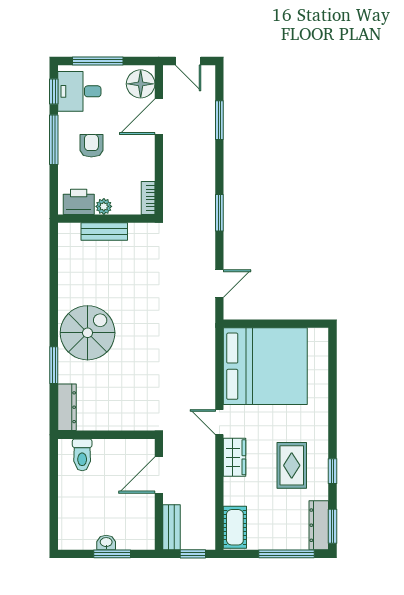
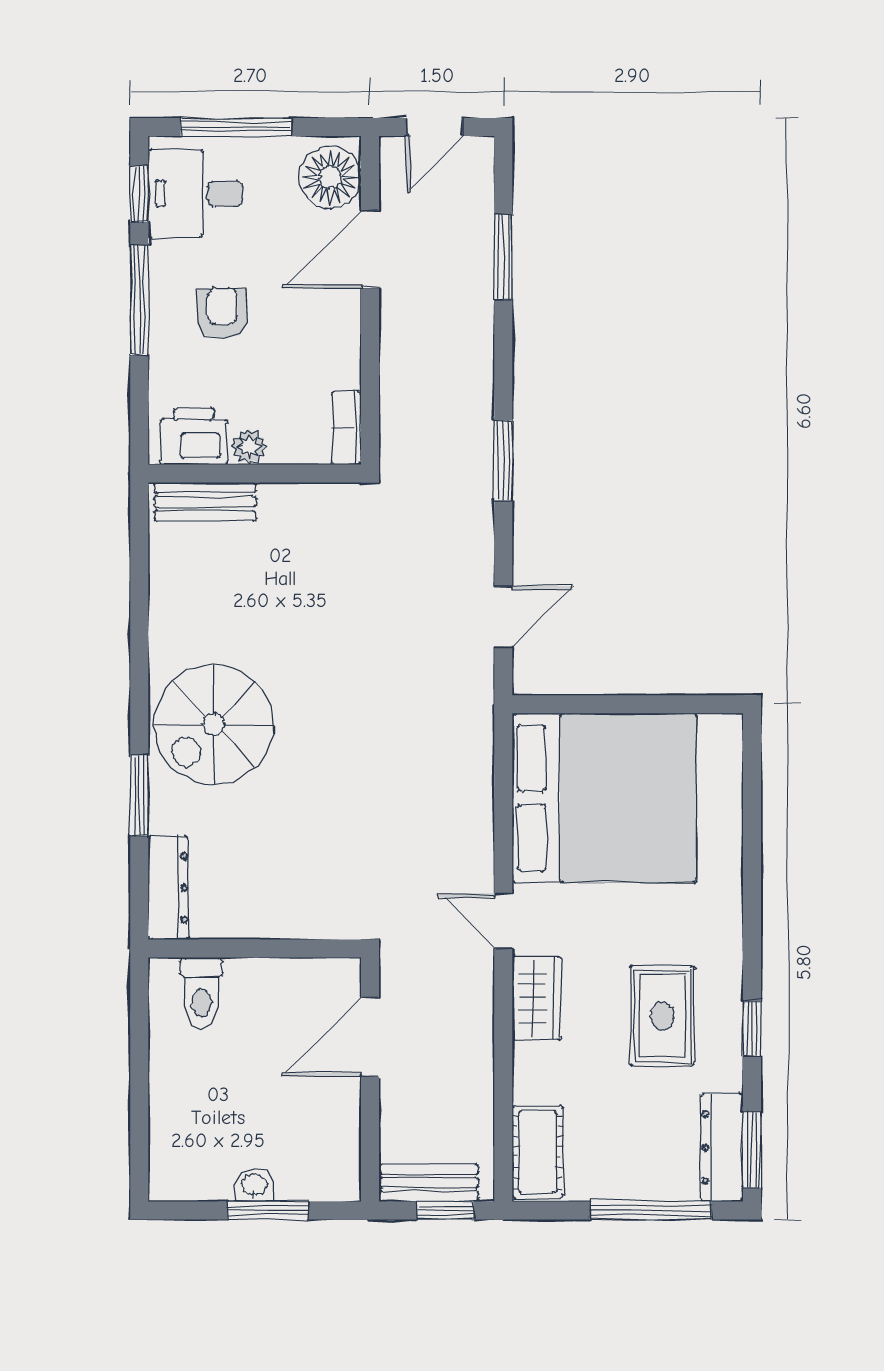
door: (188, 61) -> (435, 127), hinge flipped
bench: (104, 231) -> (205, 502), moved
spiral stairs: (88, 333) -> (214, 724), turned 180
bench: (171, 527) -> (429, 1183), moved, turned 90

